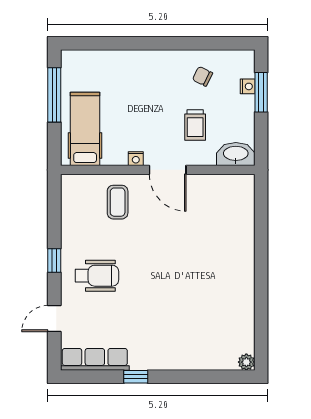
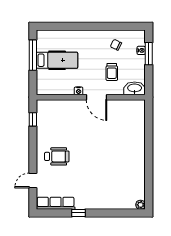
hospital bed: (85, 129) -> (57, 60), moved, turned 90
coffee table: (118, 202) -> (68, 115), removed
window: (54, 260) -> (33, 119), moved

